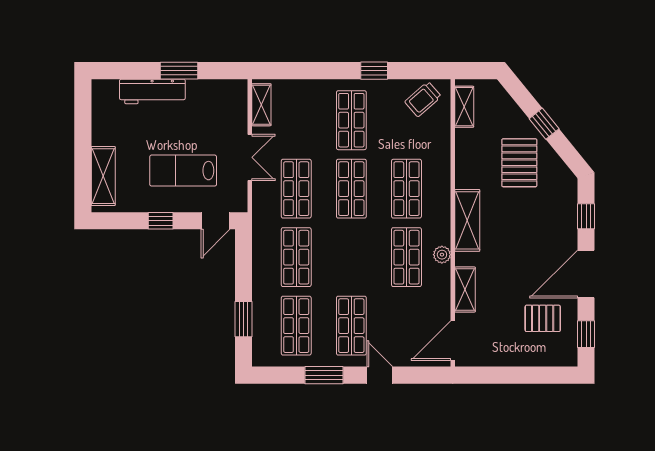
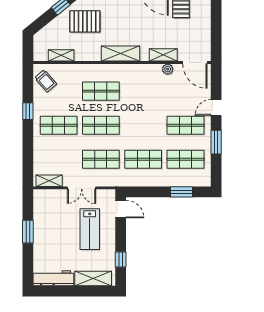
workbench: (152, 91) -> (53, 278), moved, turned -90
shelving: (464, 107) -> (61, 55), moved
double door: (250, 157) -> (82, 188), swing flipped
window: (161, 221) -> (121, 259), moved
plant: (442, 255) -> (168, 69), moved
shop shelf: (406, 257) -> (143, 91), removed

